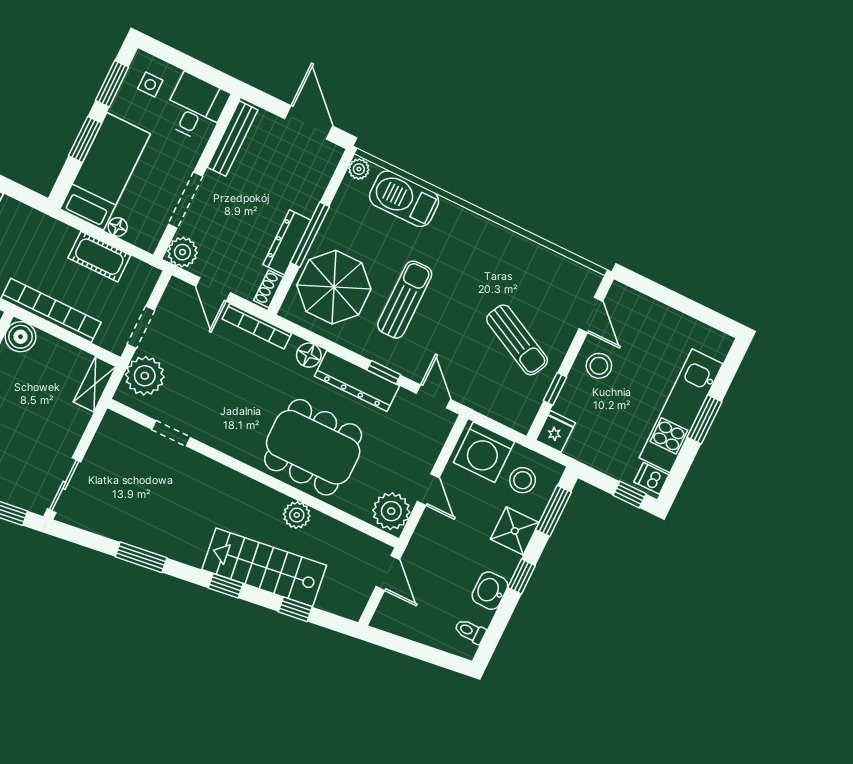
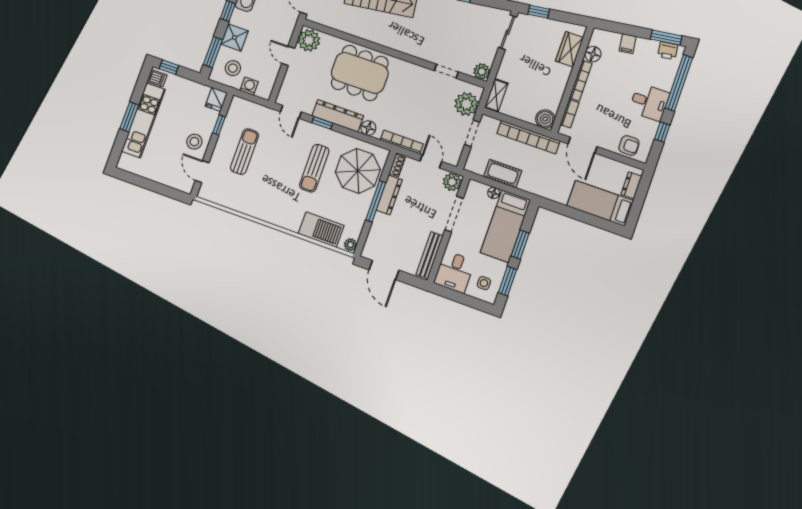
sun lounger: (517, 340) -> (244, 152), turned 63
washing machine: (484, 452) -> (249, 86), width x0.53, depth x0.53
plant: (297, 515) -> (482, 71), moved

